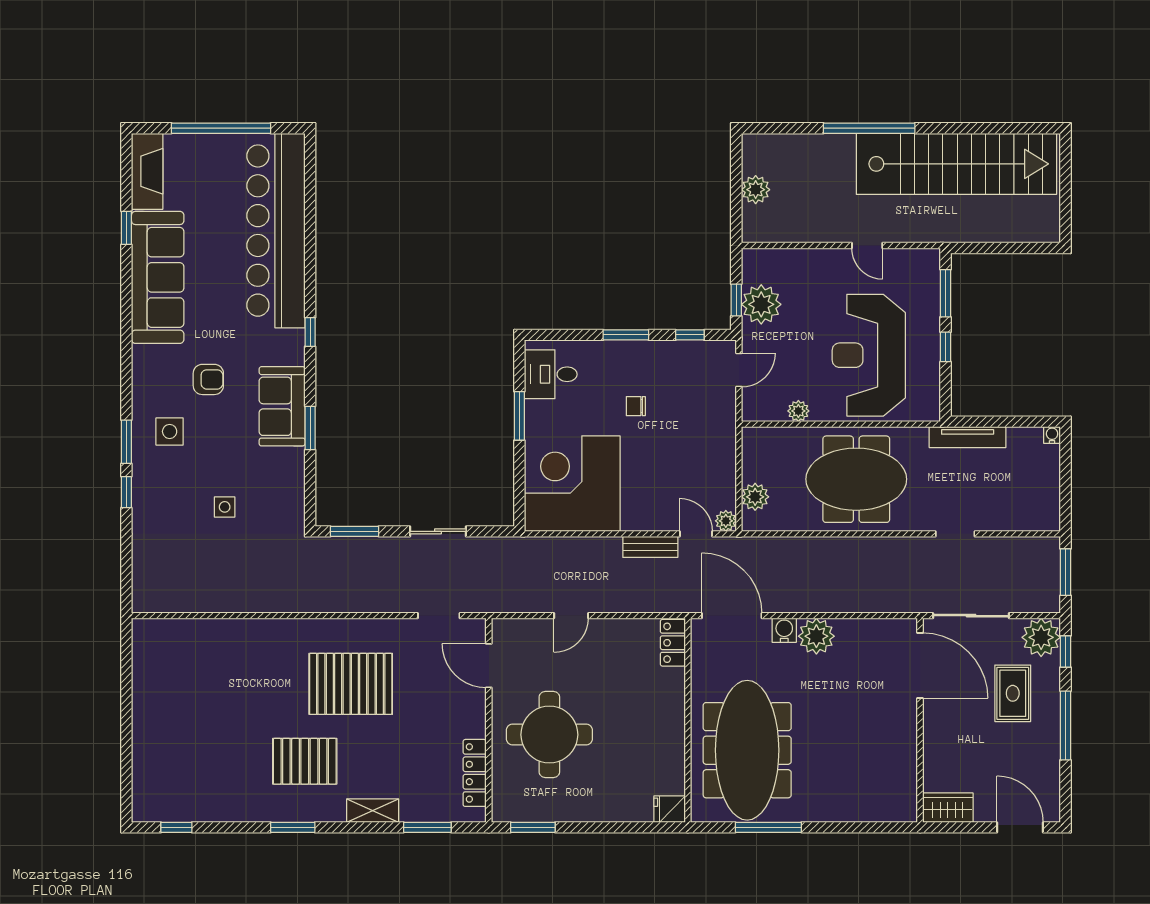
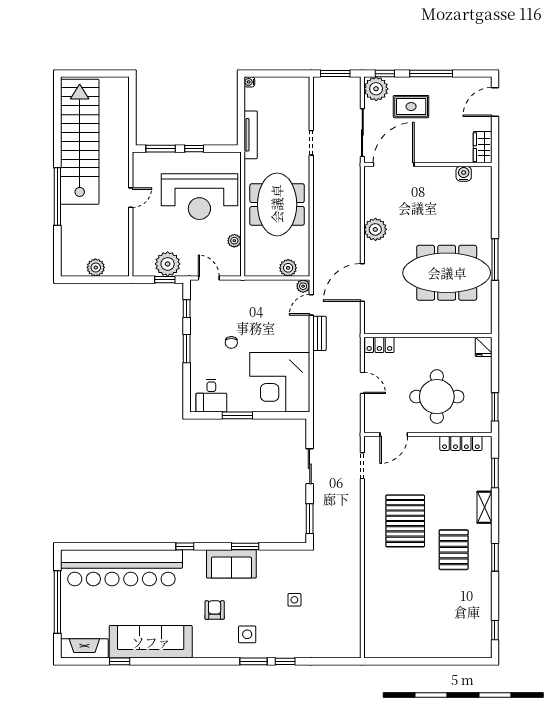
water cooler: (784, 630) -> (464, 174), moved, turned 90
locker: (673, 643) -> (379, 345), moved
wall: (688, 720) -> (428, 335), moved
fridge: (670, 809) -> (484, 347), moved

